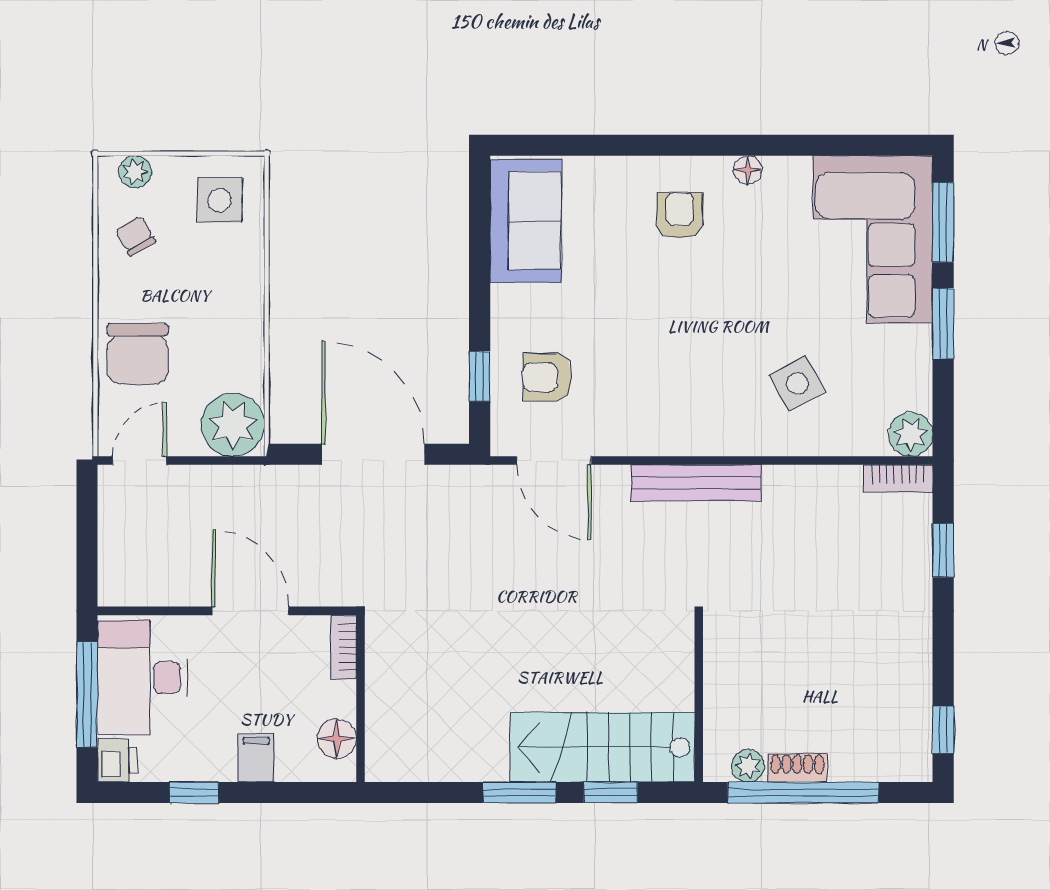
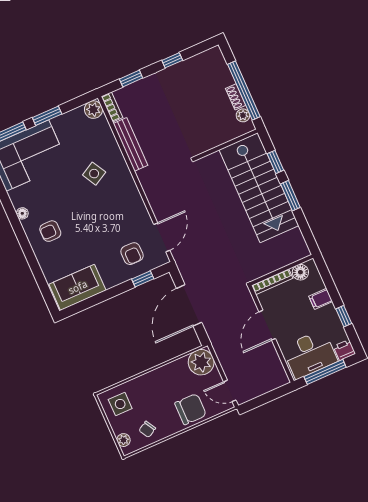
side table: (797, 383) -> (94, 174), moved
bench: (696, 483) -> (130, 144), moved
bookcase: (343, 647) -> (272, 282), width x1.56
window: (943, 730) -> (172, 60), moved
stairs: (602, 747) -> (259, 188), width x1.36, depth x1.51

